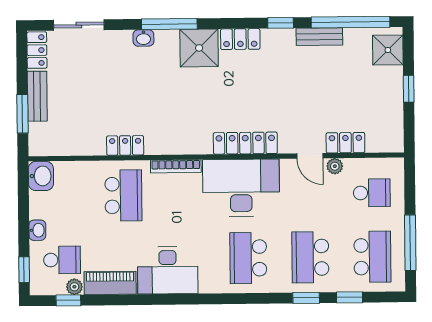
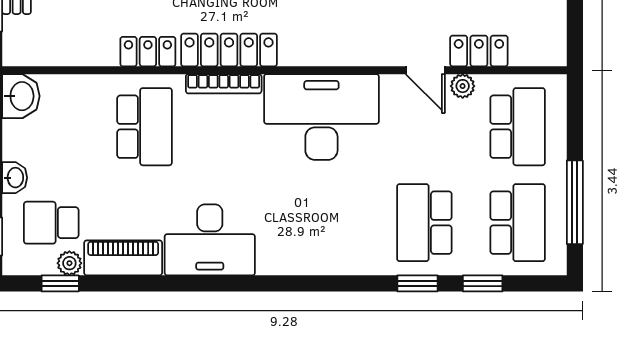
locker: (245, 143) -> (229, 50), moved
school desk: (372, 193) -> (518, 127), width x1.85
school desk: (248, 258) -> (331, 223), removed
school desk: (62, 260) -> (51, 223), turned 180

